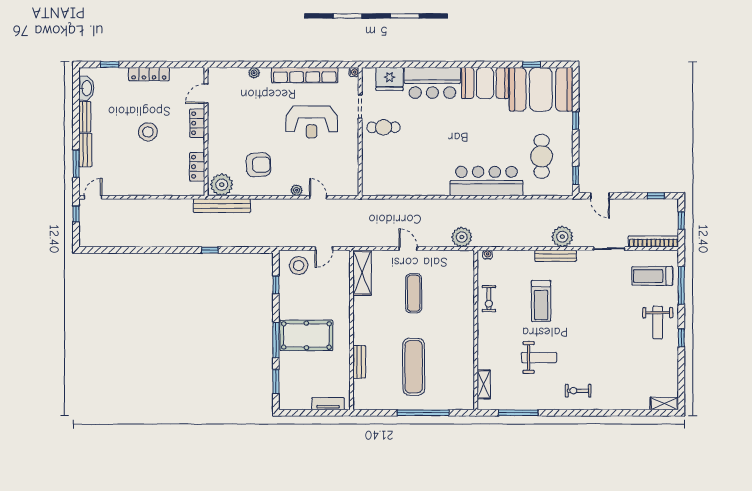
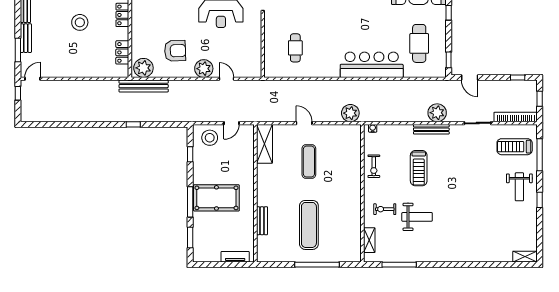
cafe table: (384, 127) -> (295, 48), moved, turned 90
plant: (297, 190) -> (204, 69), width x1.87, depth x1.87
exercise bike: (578, 391) -> (385, 209), moved

